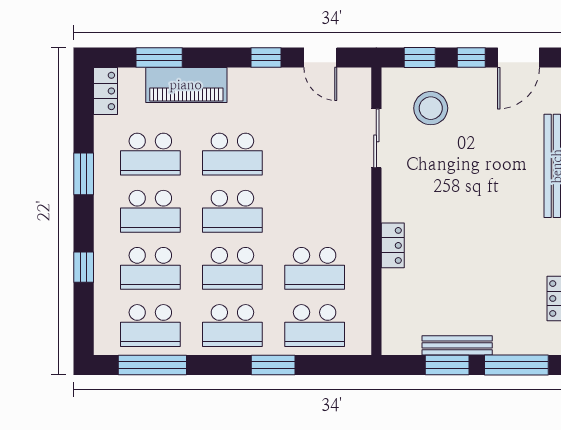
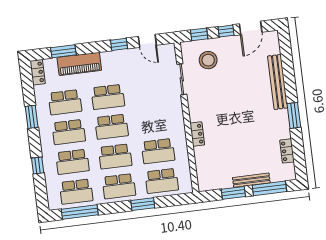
bench: (457, 345) -> (251, 180), moved

